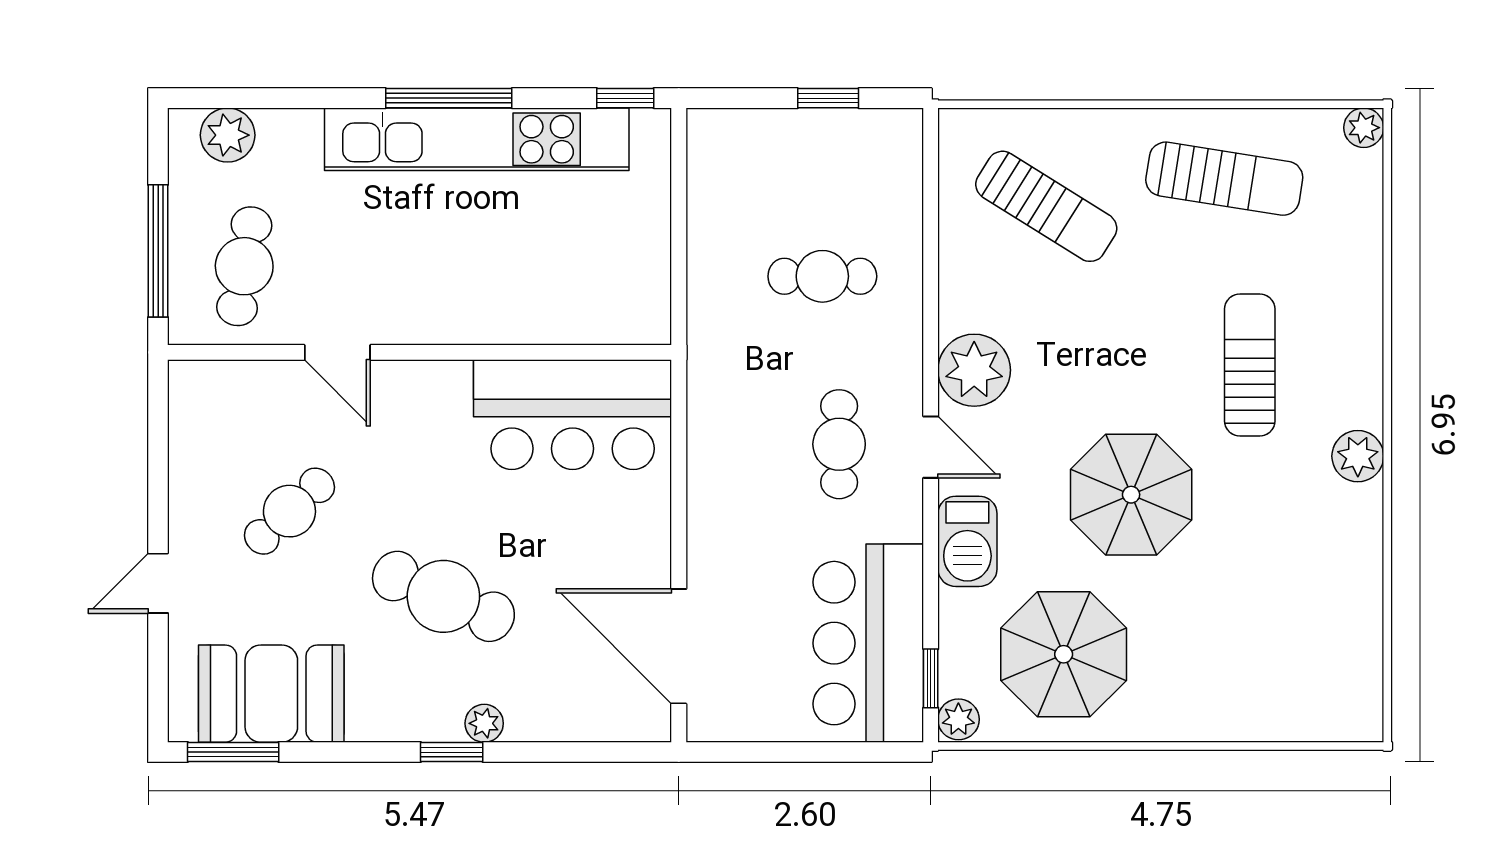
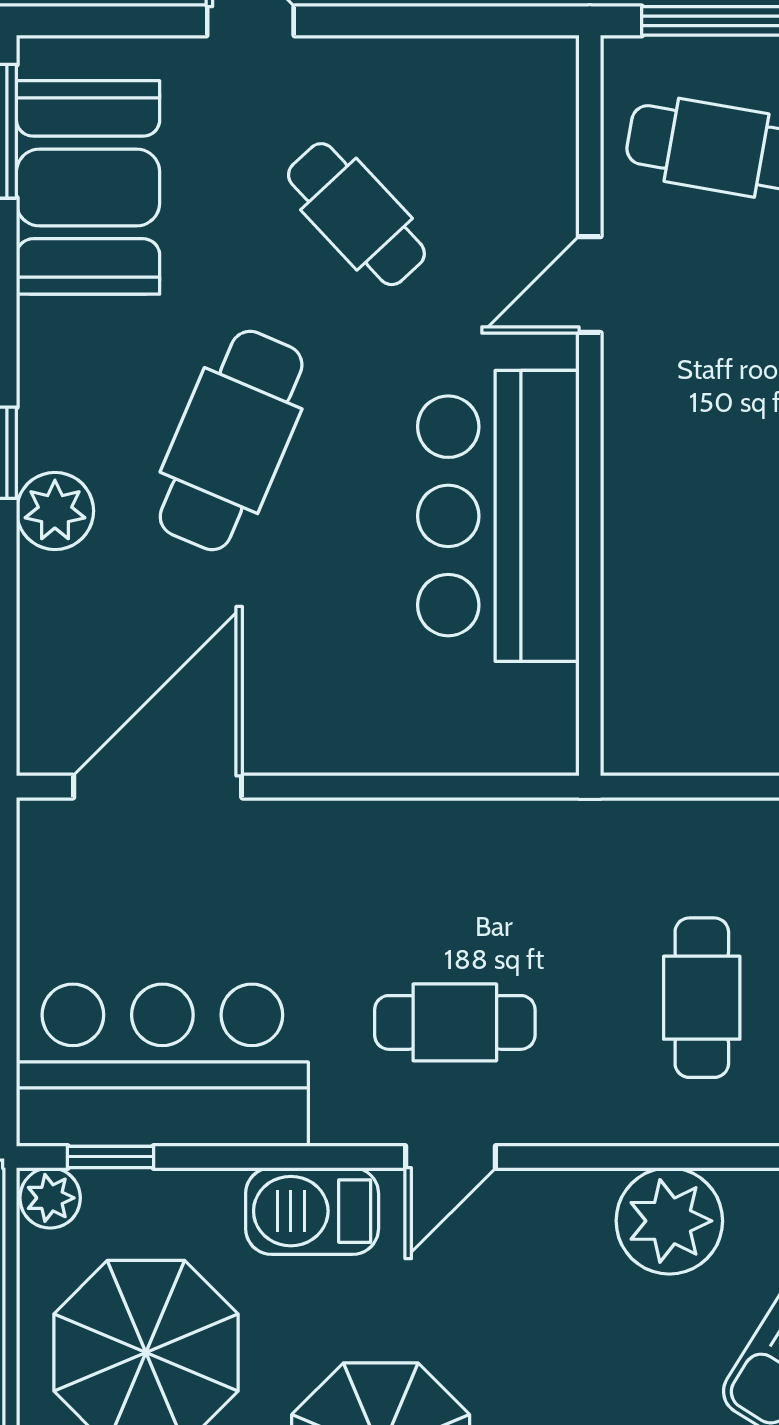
plant: (974, 370) -> (669, 1221), moved
bar counter: (573, 415) -> (498, 516), moved
plant: (484, 723) -> (55, 511), width x1.38, depth x1.38

